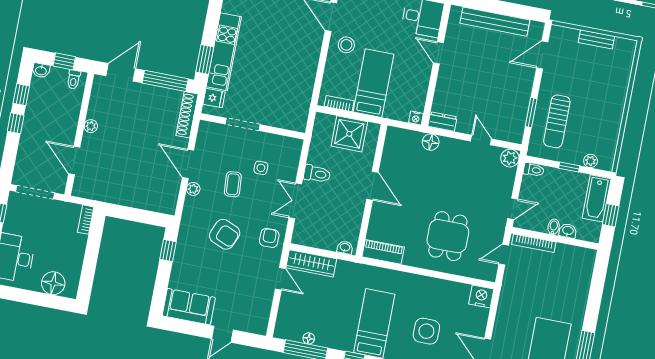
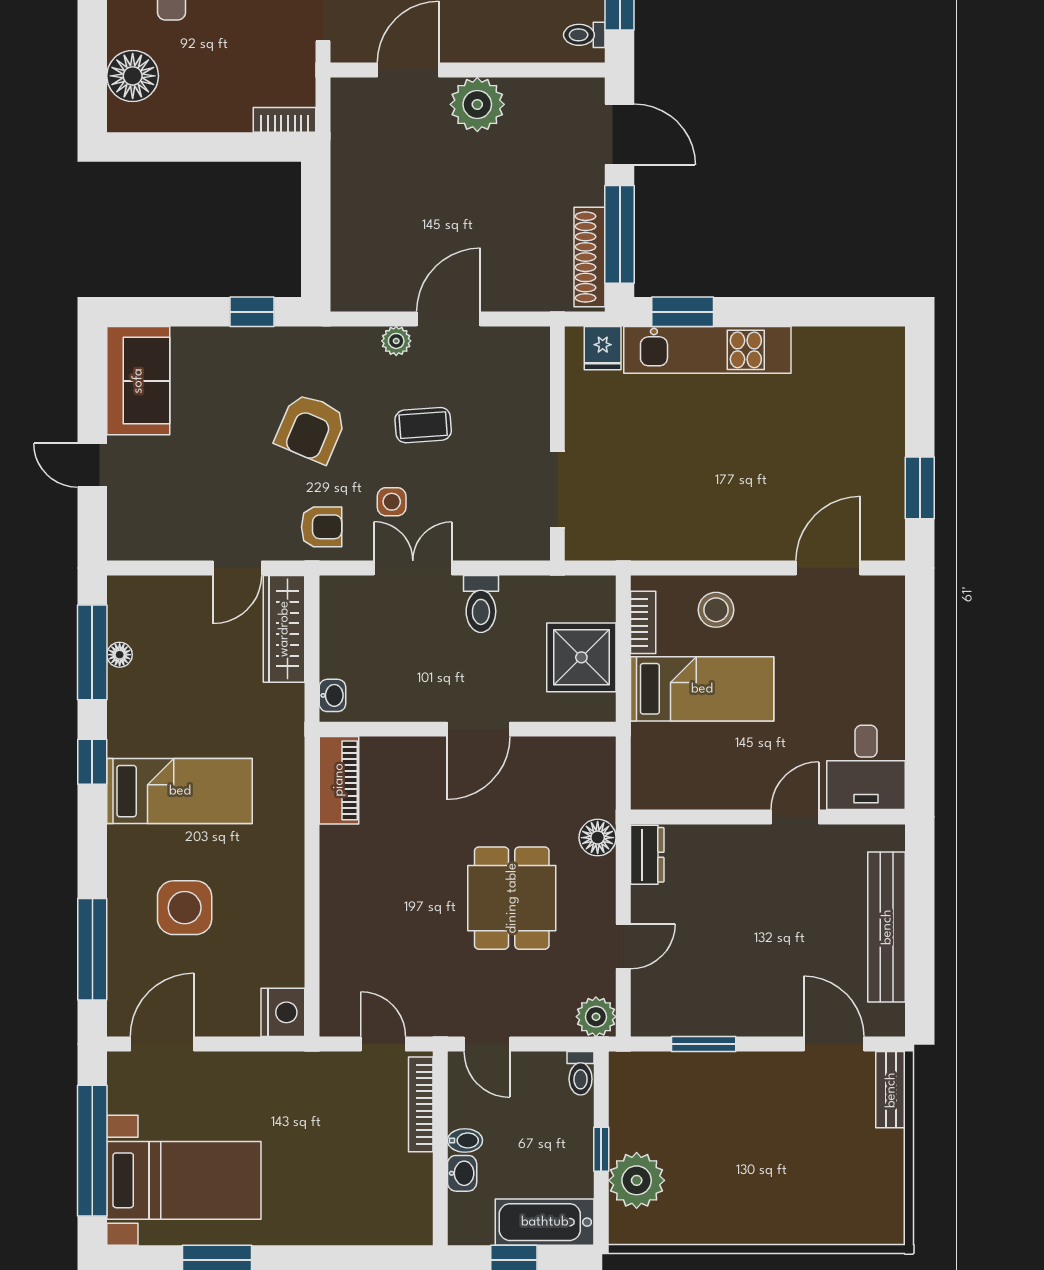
bench: (596, 39) -> (891, 1090), moved
stool: (346, 45) -> (716, 610), moved
shoe rack: (187, 115) -> (590, 257), moved, turned -90
nightstand: (416, 118) -> (644, 796), removed
sun lounger: (557, 121) -> (696, 1103), removed
doorway: (243, 124) -> (557, 490), moved
plant: (91, 126) -> (477, 104), width x1.88, depth x1.88
plant: (591, 161) -> (637, 1180), width x1.87, depth x1.87
side table: (261, 168) -> (392, 502), moved
dining table: (448, 236) -> (512, 898), moved, turned 90

